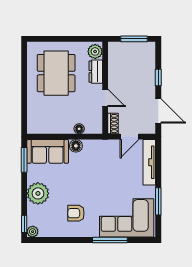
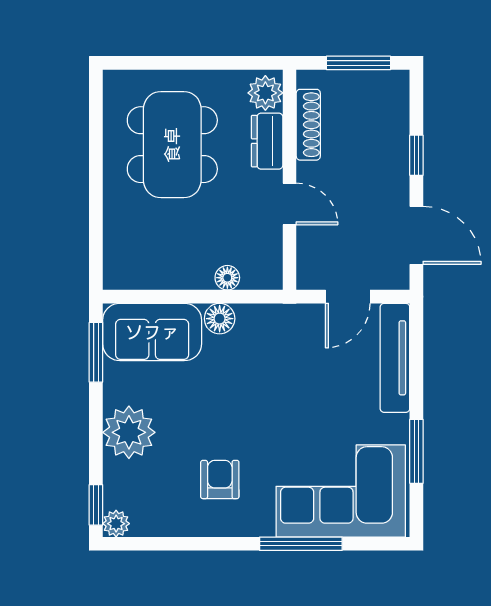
shoe rack: (113, 124) -> (308, 125), moved, width x1.43
armchair: (76, 213) -> (220, 479), turned 90

